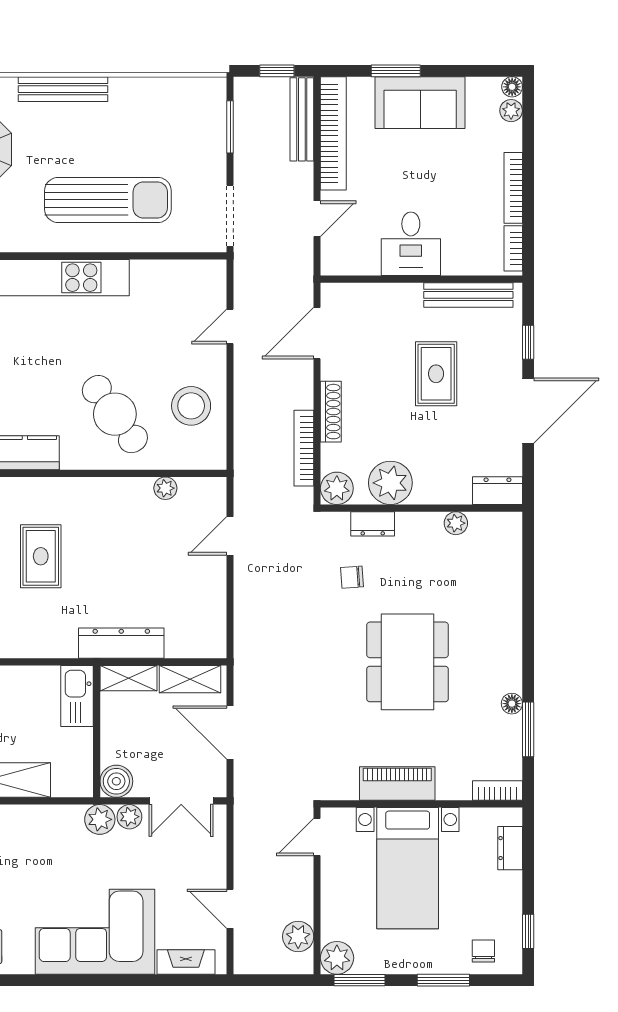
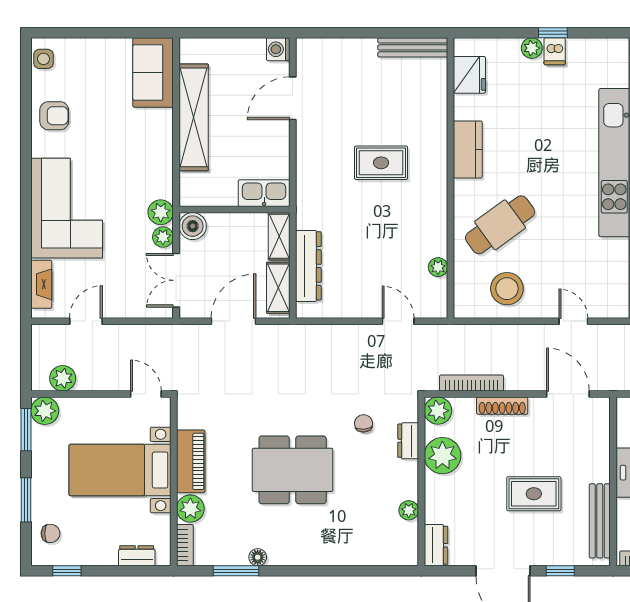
dresser: (121, 643) -> (308, 266), moved
plant: (454, 784) -> (190, 509), added

